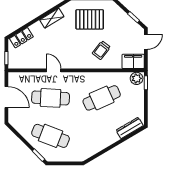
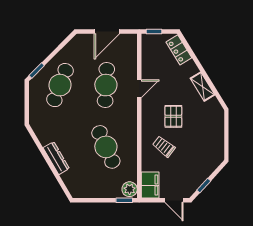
pallet: (90, 19) -> (173, 116), moved, width x0.67, depth x0.71
dresser: (130, 128) -> (56, 158), moved

